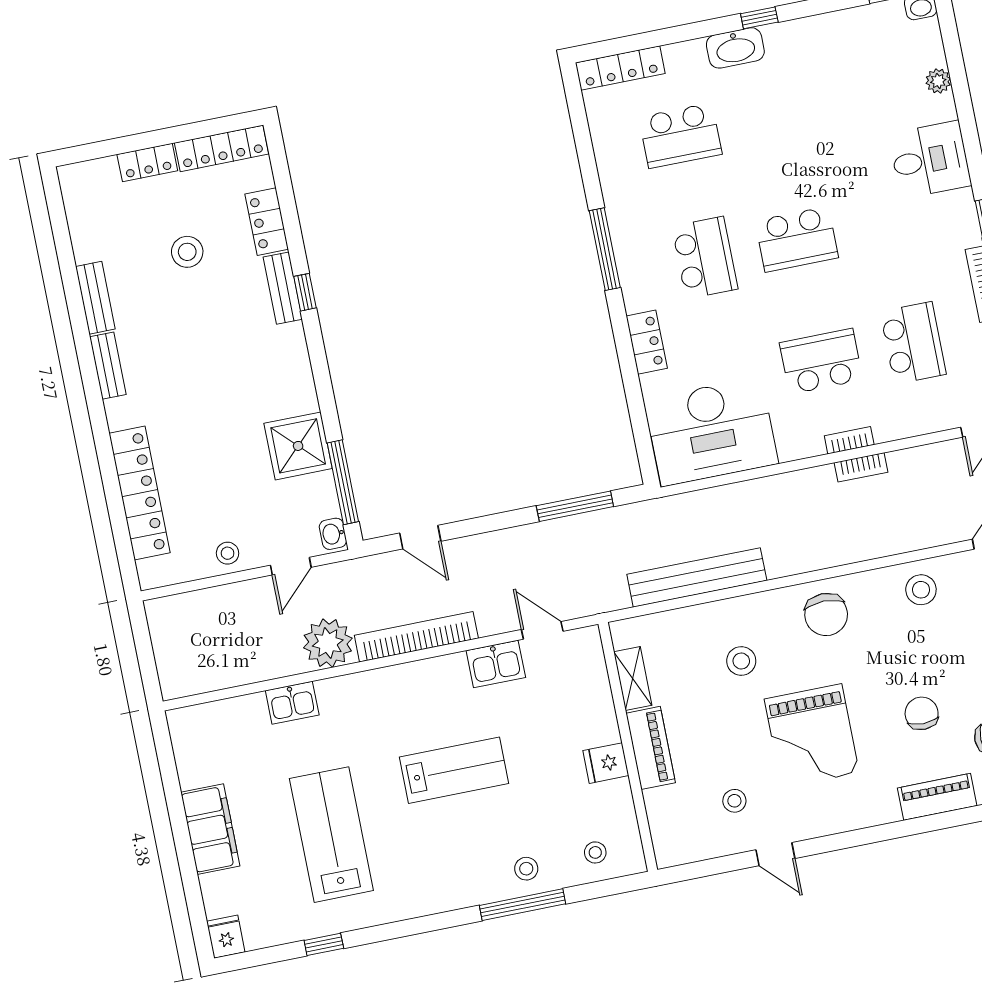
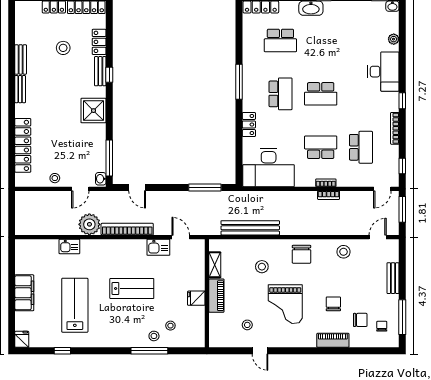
desk: (930, 160) -> (383, 72), width x1.37
shower: (298, 446) -> (93, 111), moved
stool: (595, 852) -> (170, 326), moved

